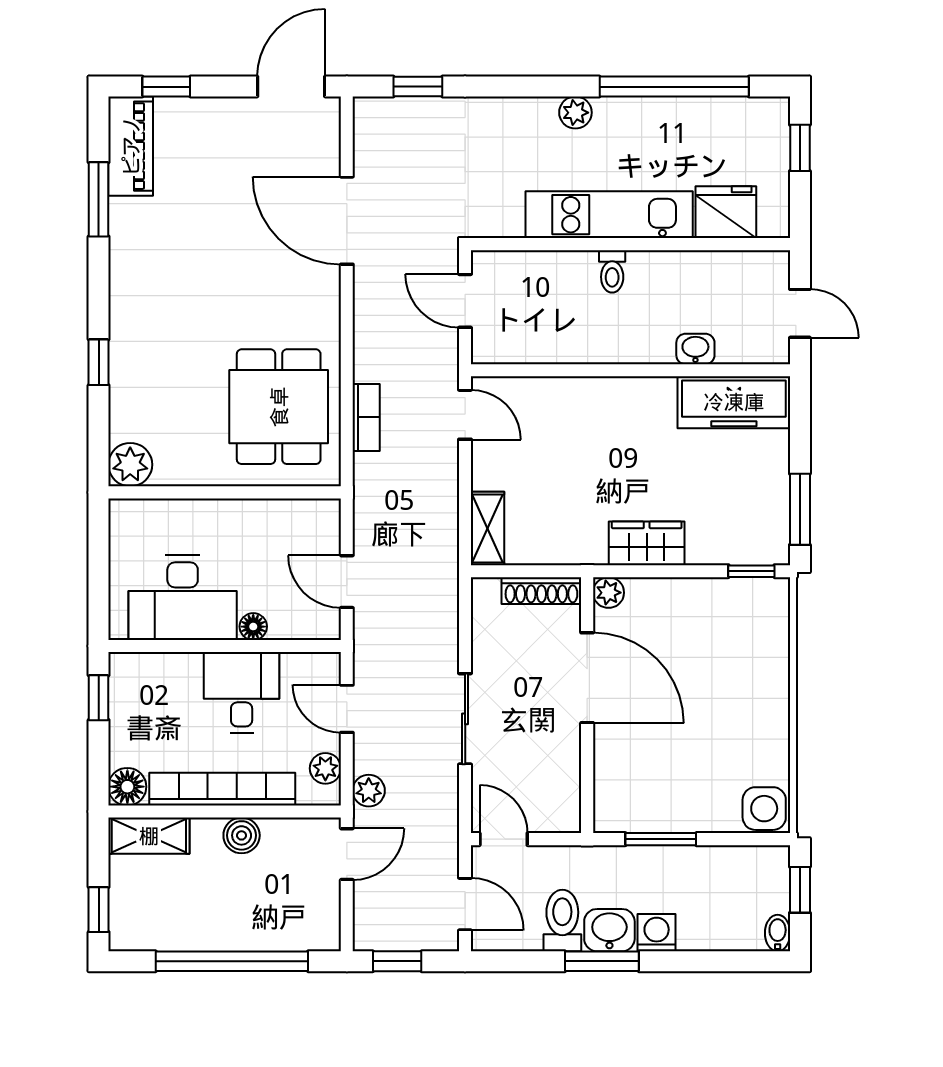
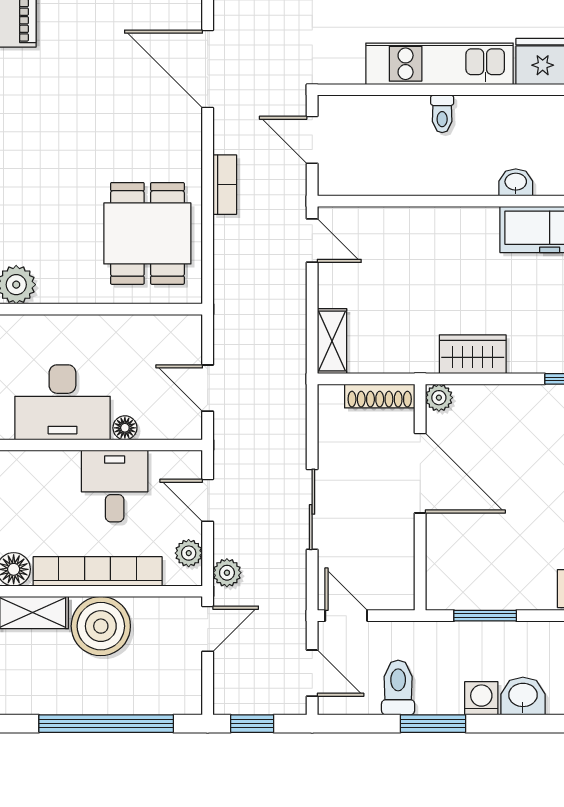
bookcase: (366, 417) -> (225, 185), moved
boiler: (242, 835) -> (101, 626), width x1.86, depth x1.86
washbasin: (609, 930) -> (523, 696), moved

